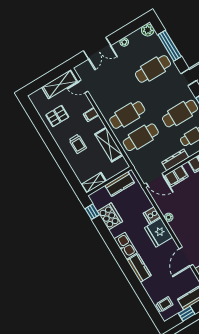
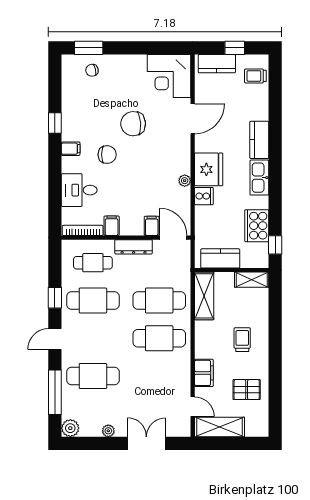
filing cabinet: (91, 115) -> (204, 373), width x2.00
shelving: (109, 145) -> (204, 296), moved
filing cabinet: (176, 176) -> (152, 226), width x0.50

